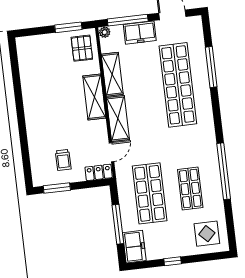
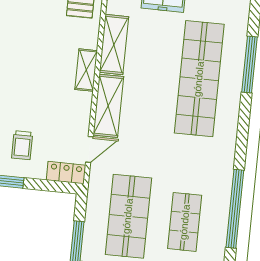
shelving: (94, 97) -> (86, 70), width x0.67, depth x0.75

